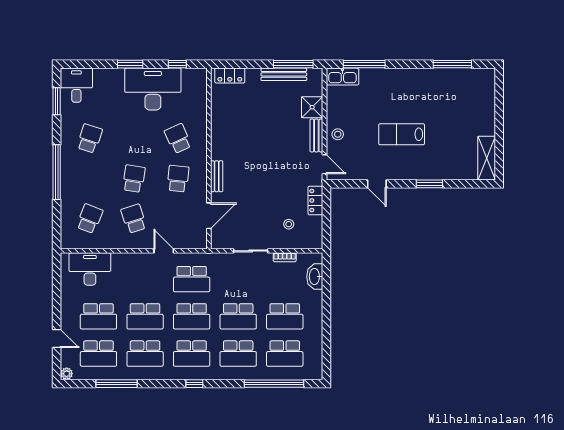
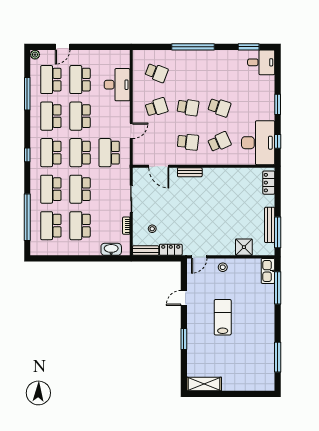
desk: (153, 89) -> (258, 143), moved
bench: (316, 135) -> (146, 250), moved
school desk: (90, 139) -> (219, 107), moved
desk: (90, 269) -> (117, 85), moved

